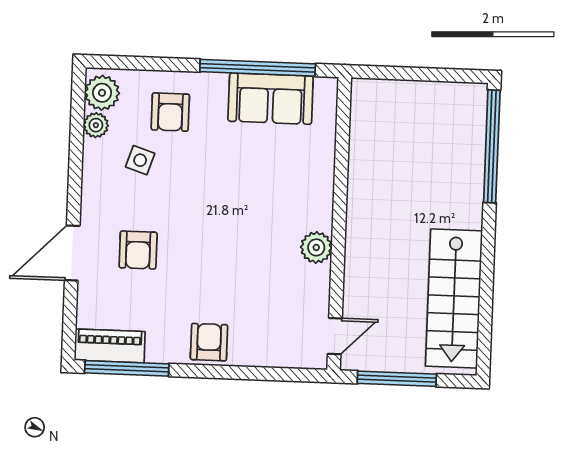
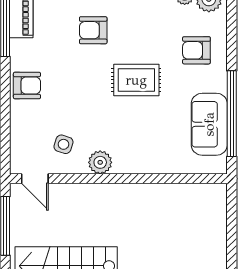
side table: (140, 160) -> (63, 144), moved
rug: (207, 195) -> (136, 80), added

